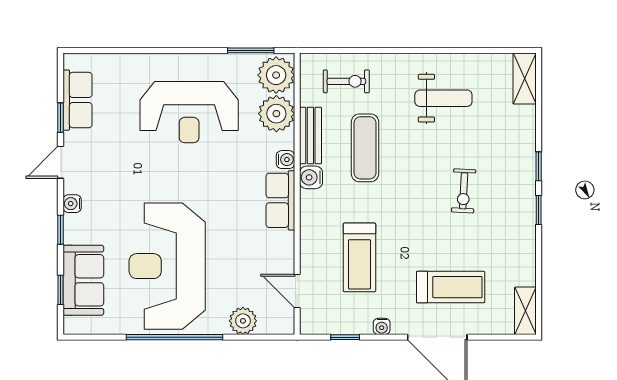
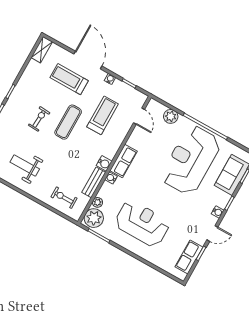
plant: (276, 114) -> (98, 202), width x0.53, depth x0.53
exercise mat: (365, 148) -> (68, 122), moved
reception desk: (167, 266) -> (191, 160), turned 180

